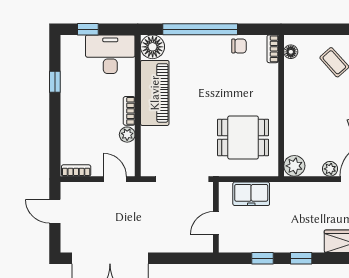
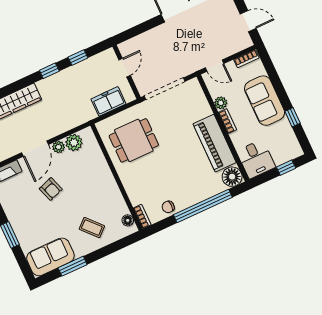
desk: (110, 54) -> (256, 159), width x0.73
sofa: (77, 115) -> (265, 101), added
plant: (294, 166) -> (74, 143), moved

